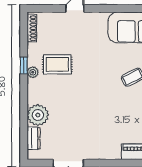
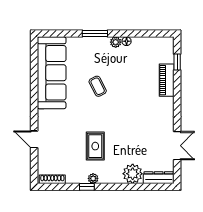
rug: (57, 64) -> (95, 146), moved
dresser: (34, 138) -> (159, 178), width x1.44

